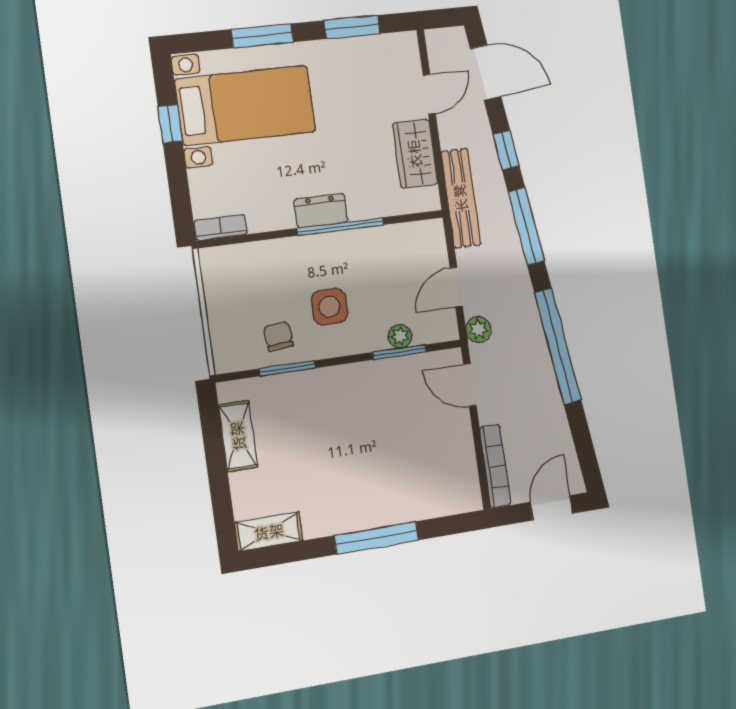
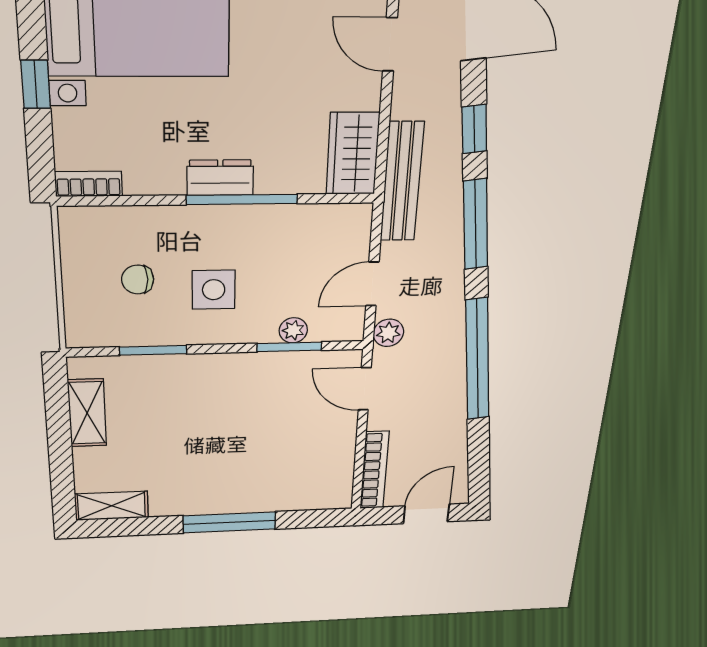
door: (429, 94) -> (390, 44), swing flipped
window: (170, 124) -> (36, 84), moved
wardrobe: (415, 154) -> (353, 154), moved
chair: (278, 336) -> (138, 280), moved, turned -85

